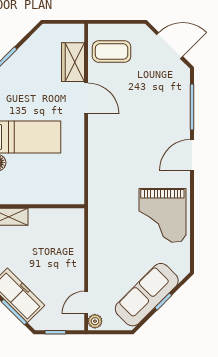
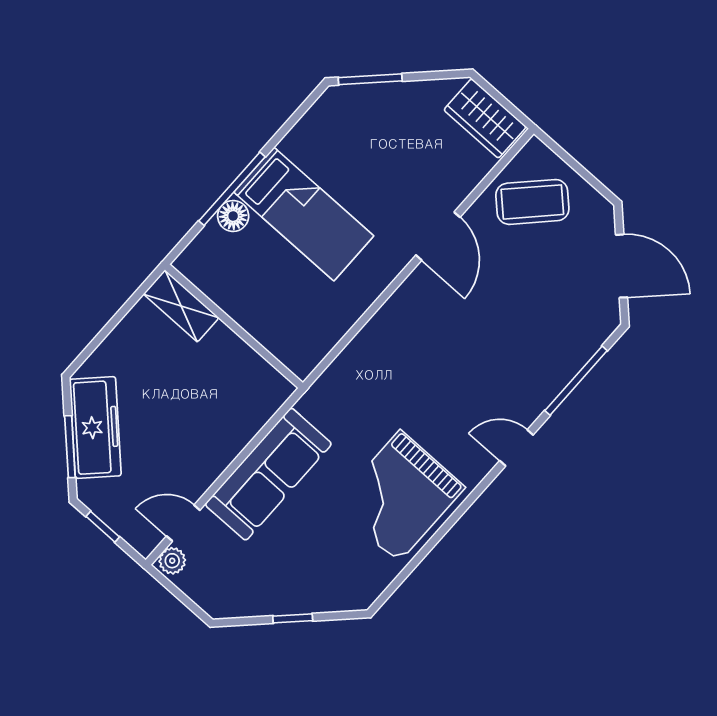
coffee table: (112, 52) -> (532, 202), turned -46
wardrobe: (73, 62) -> (485, 118), moved, turned -90
door: (192, 155) -> (516, 448), width x0.73
sofa: (147, 295) -> (268, 474), moved, turned 135

